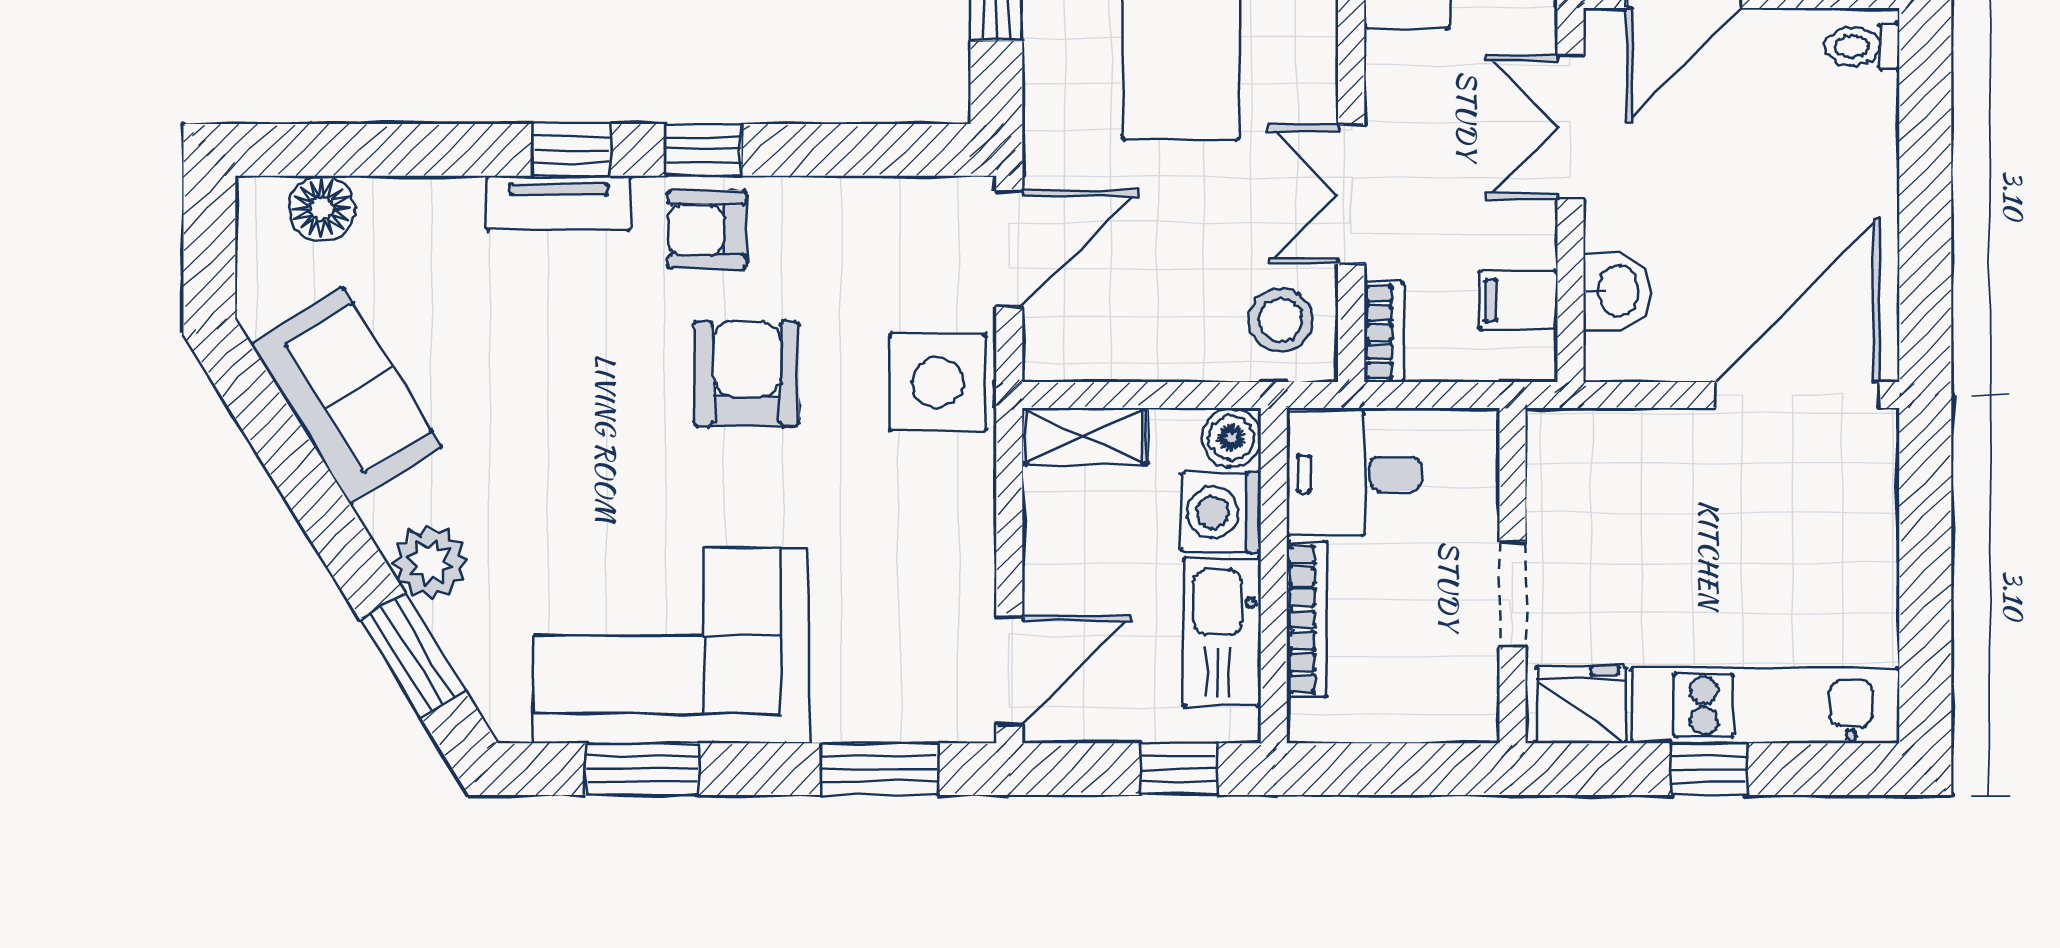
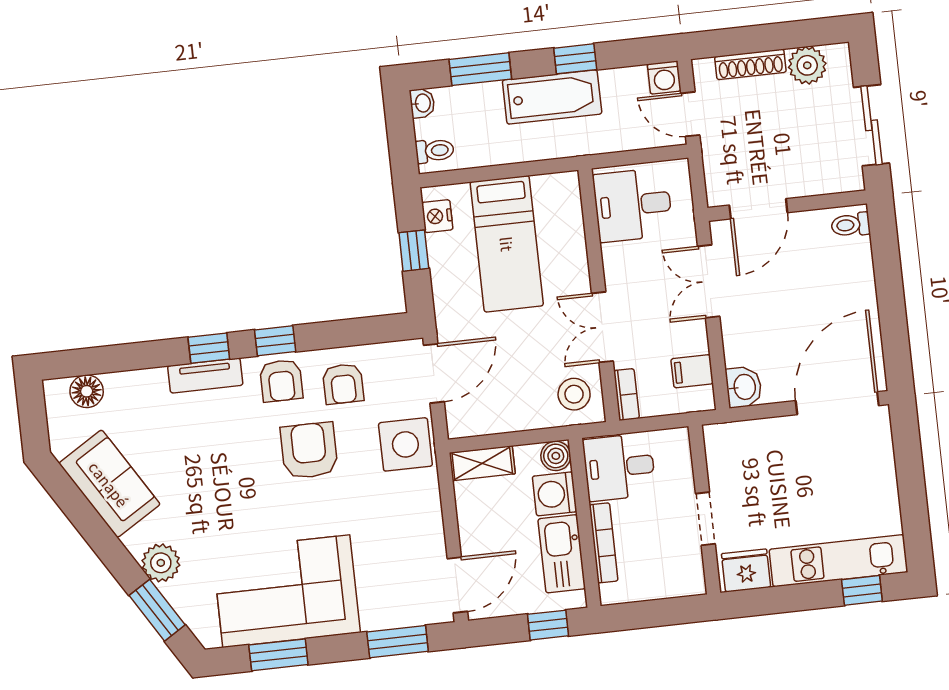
armchair: (707, 230) -> (281, 381), turned -90
armchair: (828, 249) -> (343, 384), added
washbasin: (1617, 291) -> (744, 387), moved
window: (1709, 769) -> (862, 590), moved

